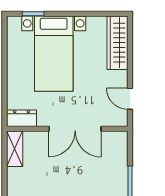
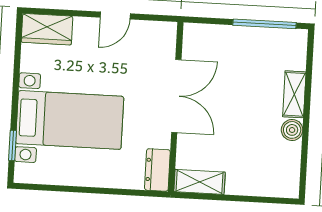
wardrobe: (118, 43) -> (47, 29), width x0.67
door: (130, 99) -> (115, 16), moved

